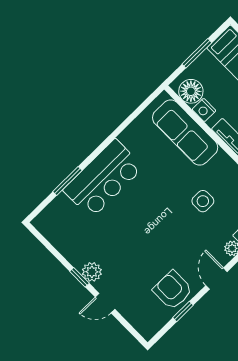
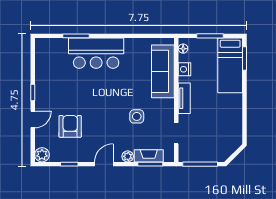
floor lamp: (191, 91) -> (183, 49), width x0.53, depth x0.53
plant: (92, 272) -> (42, 155), moved
armchair: (173, 290) -> (70, 126), moved
door: (105, 303) -> (33, 119), swing flipped

